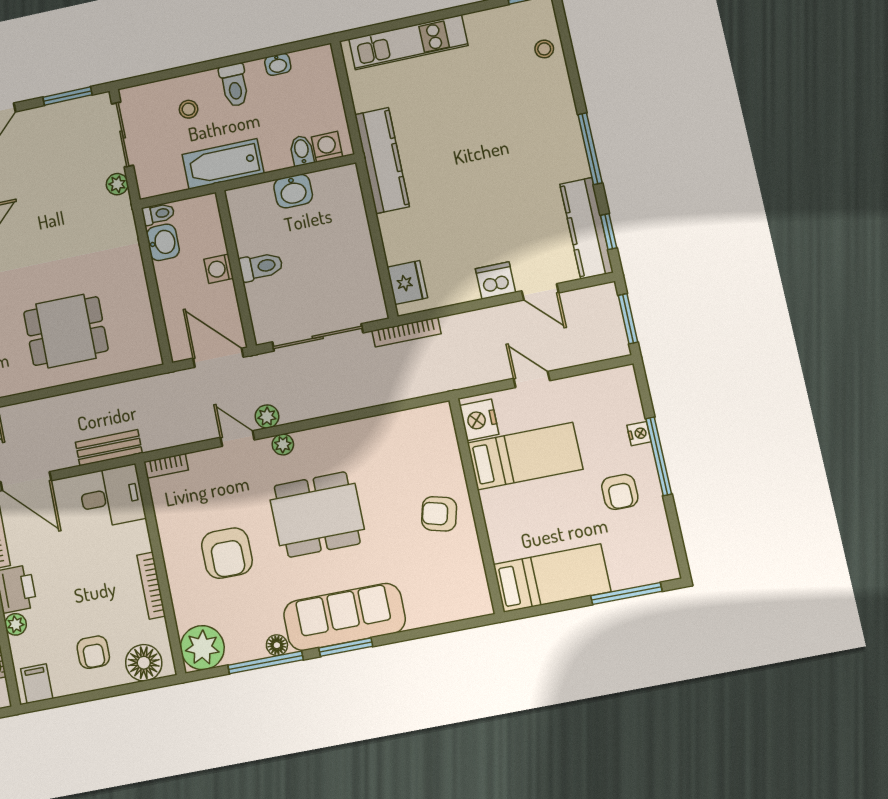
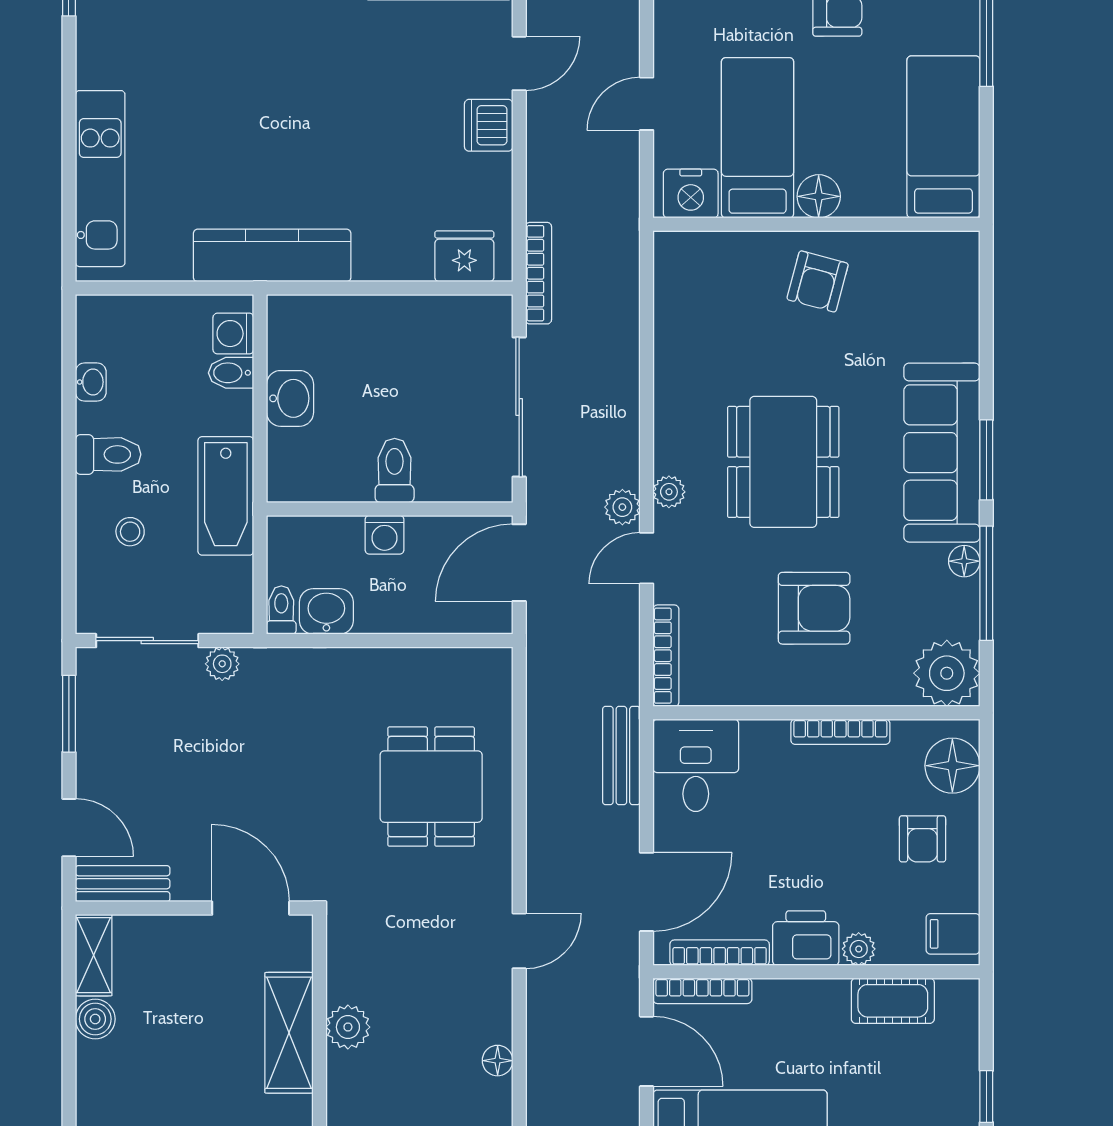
bookcase: (166, 466) -> (666, 656), width x1.56
floor lamp: (495, 504) -> (819, 196), added
armchair: (93, 652) -> (922, 839), turned 90

